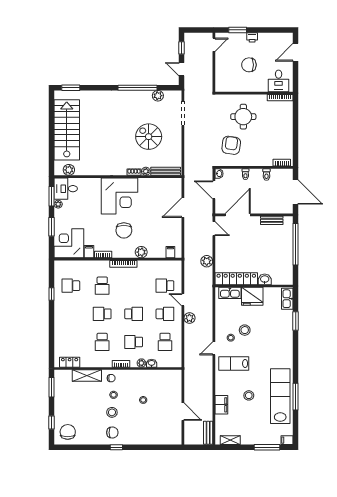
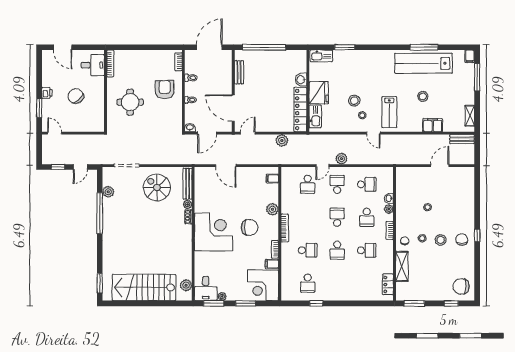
chair: (249, 65) -> (76, 96), turned 140
spiral stairs: (149, 137) -> (157, 187), moved, turned 90
armchair: (231, 145) -> (165, 90), moved, turned 82

